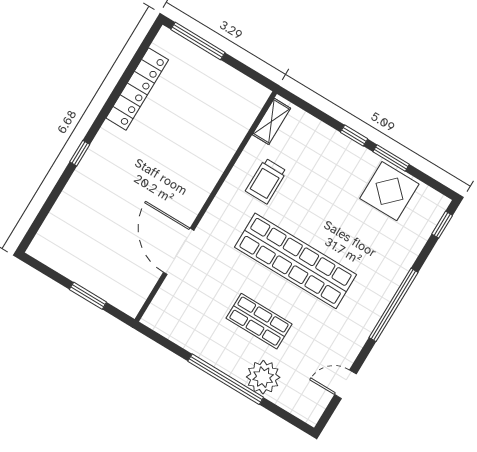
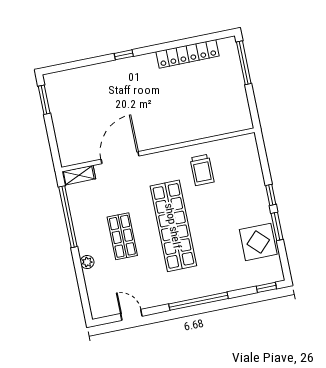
shelving: (271, 121) -> (79, 175), moved
trolley: (266, 181) -> (202, 170), turned -90
window: (88, 296) -> (44, 100), moved
plant: (263, 377) -> (87, 262), width x0.53, depth x0.53
window: (226, 379) -> (68, 217), moved

